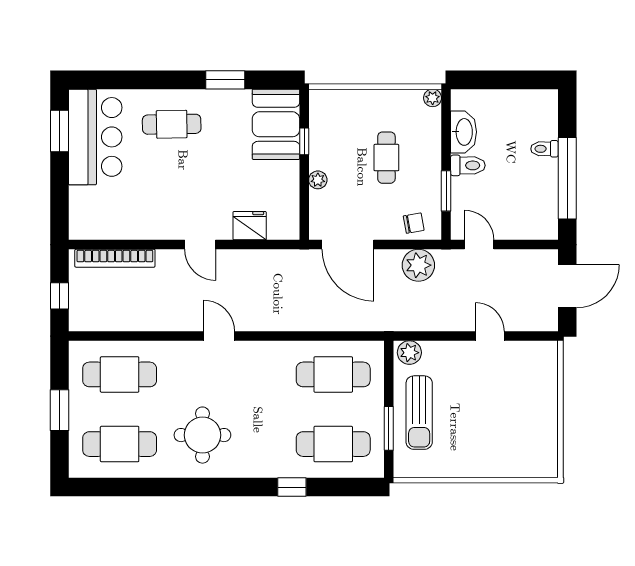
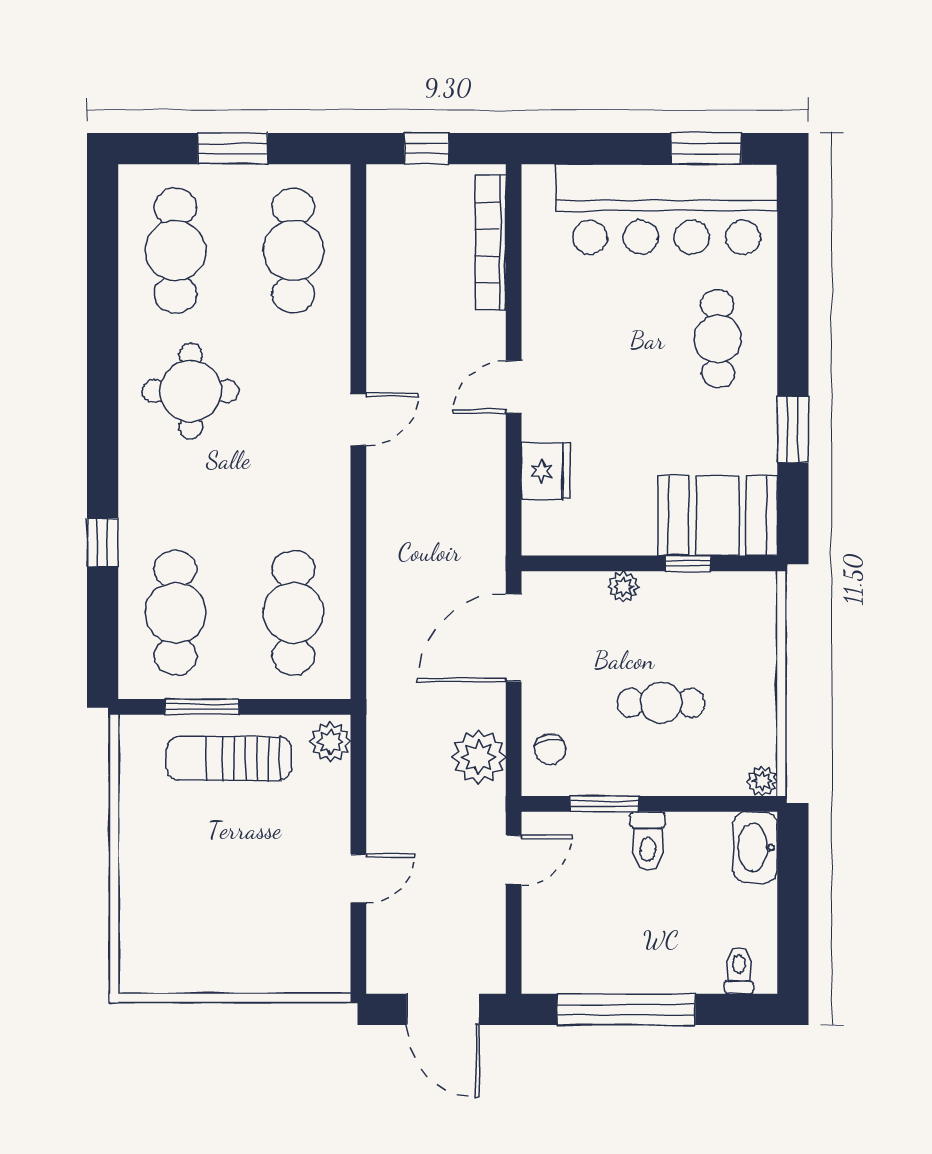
washbasin: (463, 132) -> (755, 847), moved, turned 90
bar counter: (95, 137) -> (666, 209), width x1.36
toilet: (544, 149) -> (739, 971), moved

